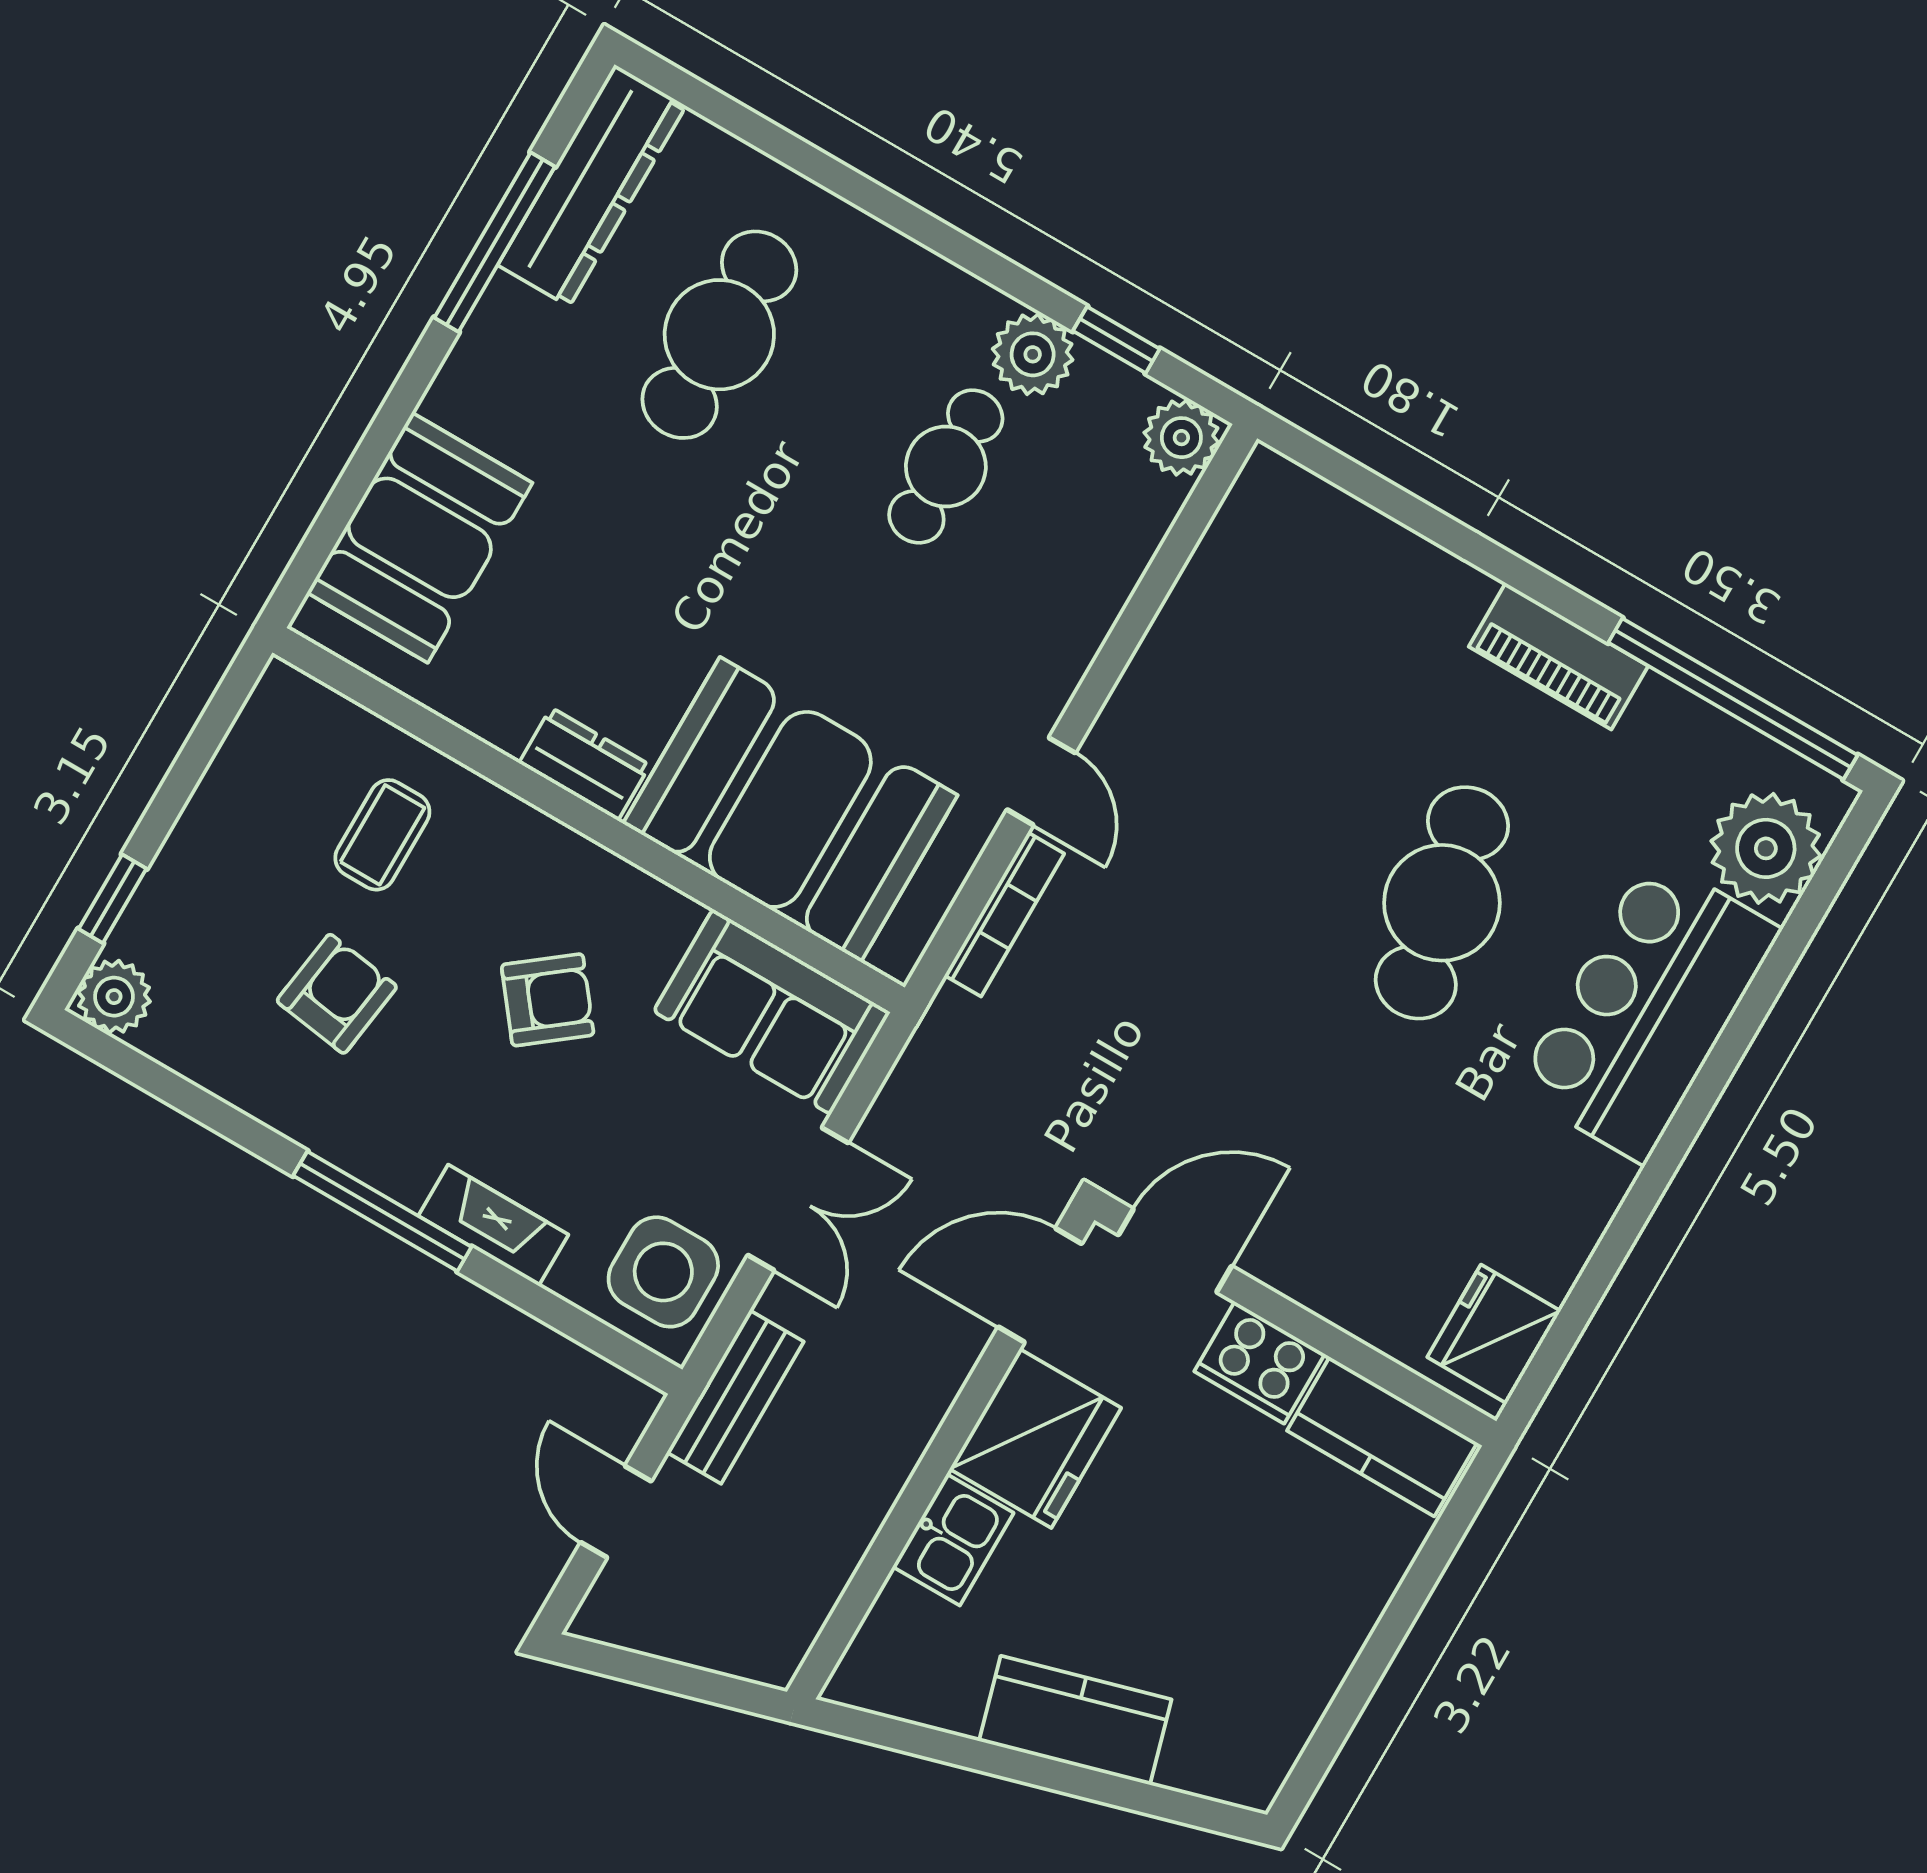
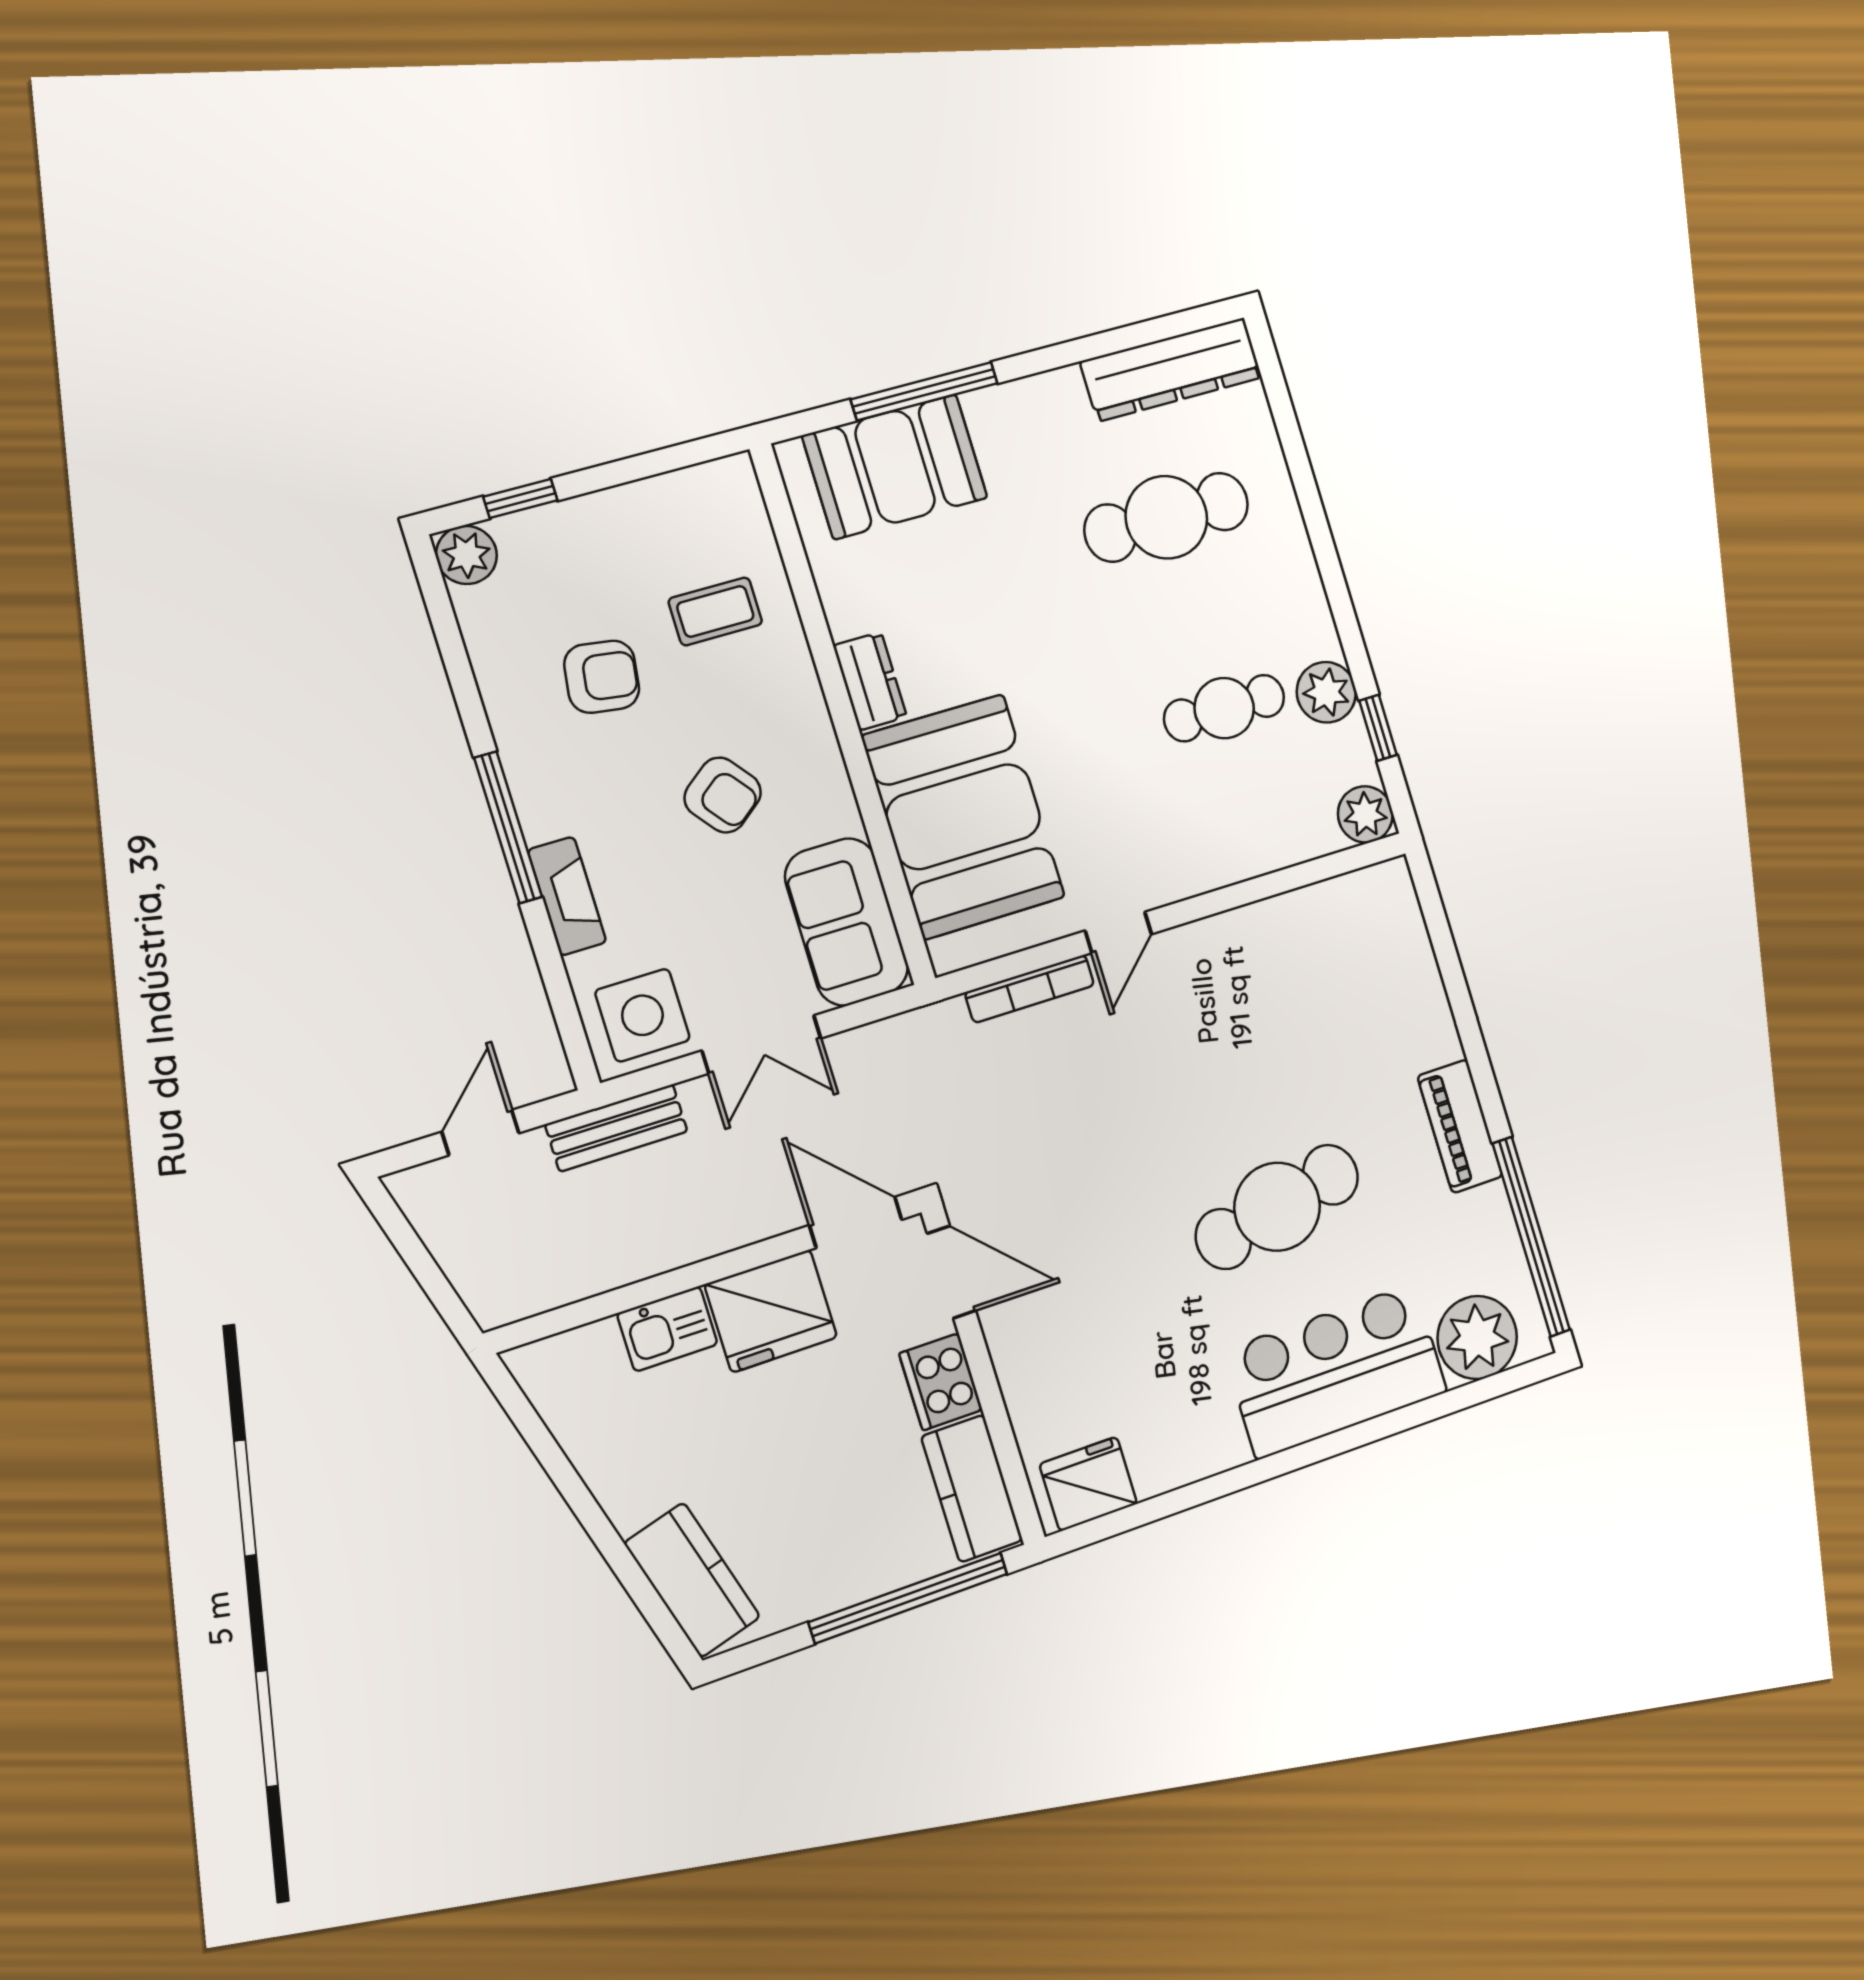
window: (495, 242) -> (924, 391), moved
window: (1414, 1592) -> (908, 1598), added
kitchen counter: (1075, 1720) -> (692, 1580), moved

